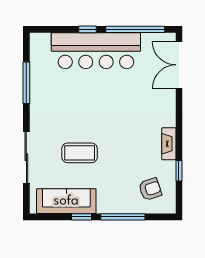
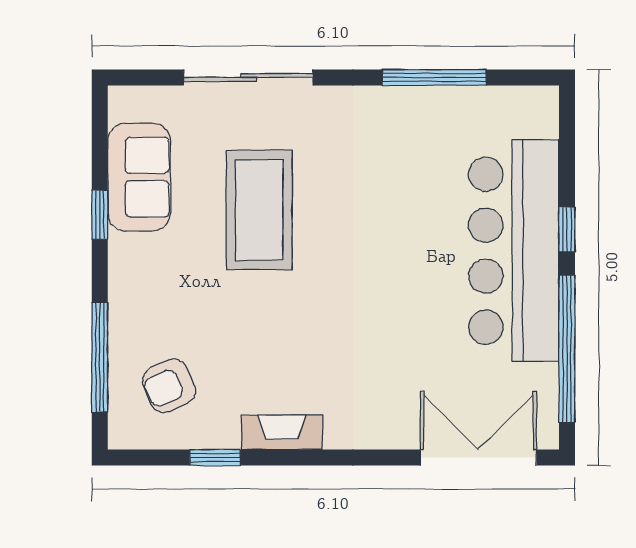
coffee table: (80, 153) -> (259, 210), width x1.36, depth x1.32
armchair: (150, 189) -> (169, 386), turned 85
sofa: (66, 201) -> (139, 177), width x0.73
window: (123, 217) -> (100, 357), moved

